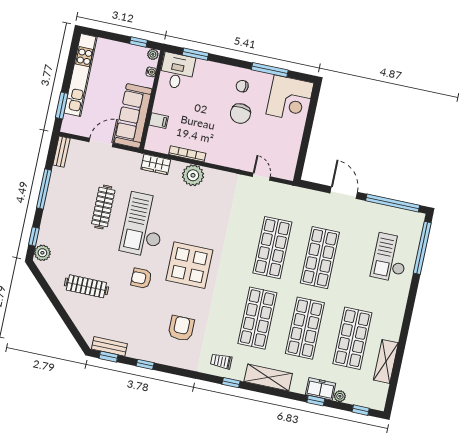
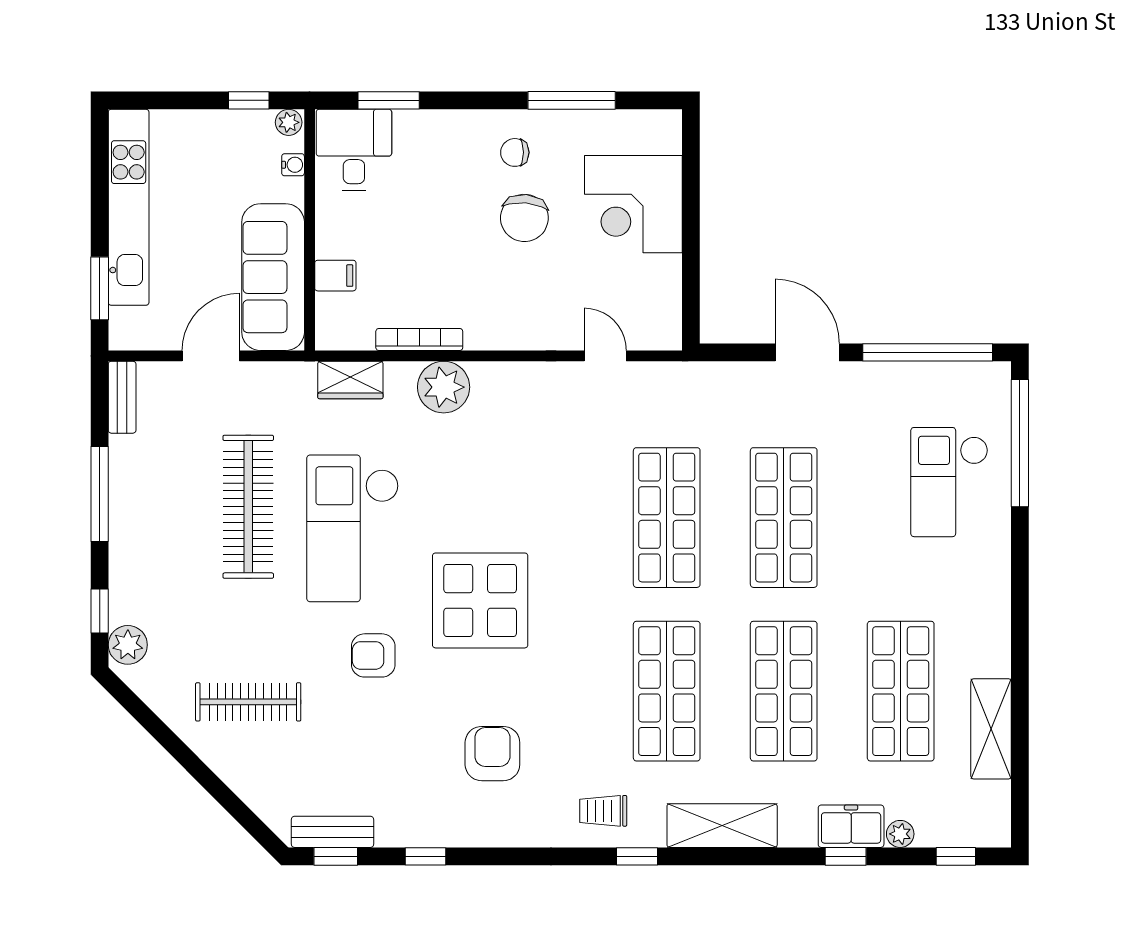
corner desk: (290, 99) -> (633, 204), moved, turned 90
clothes rail: (103, 207) -> (248, 507), width x1.37, depth x1.31

